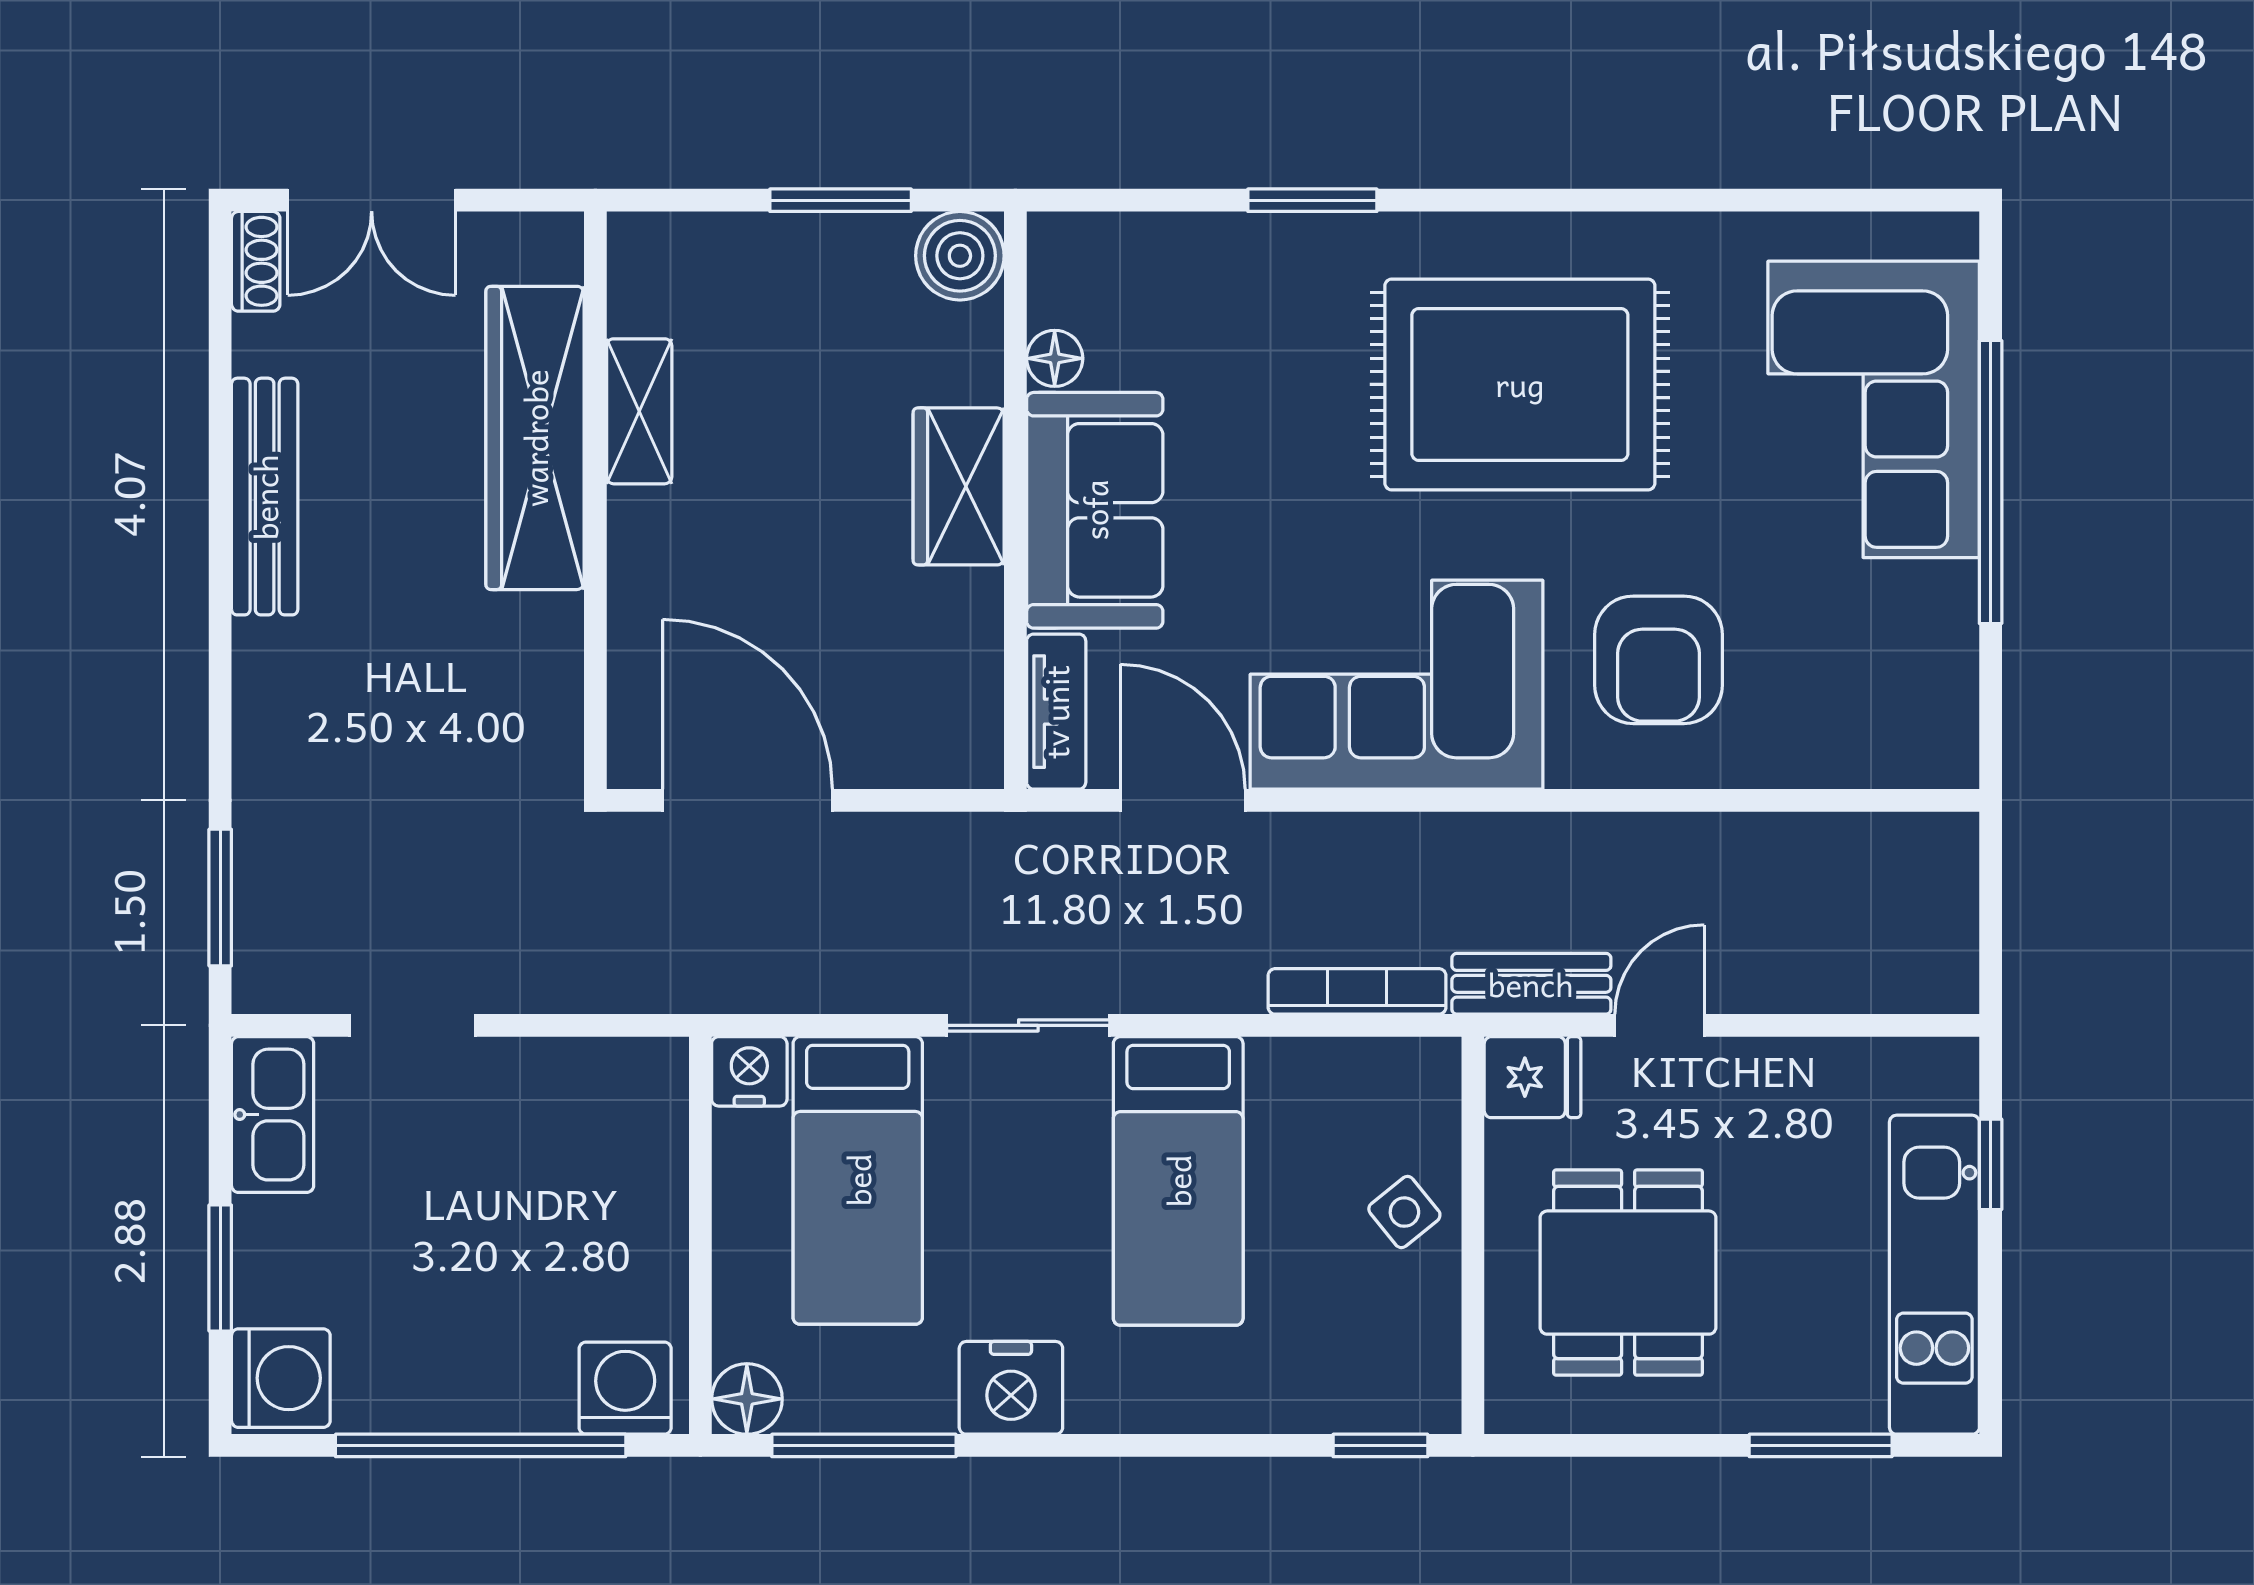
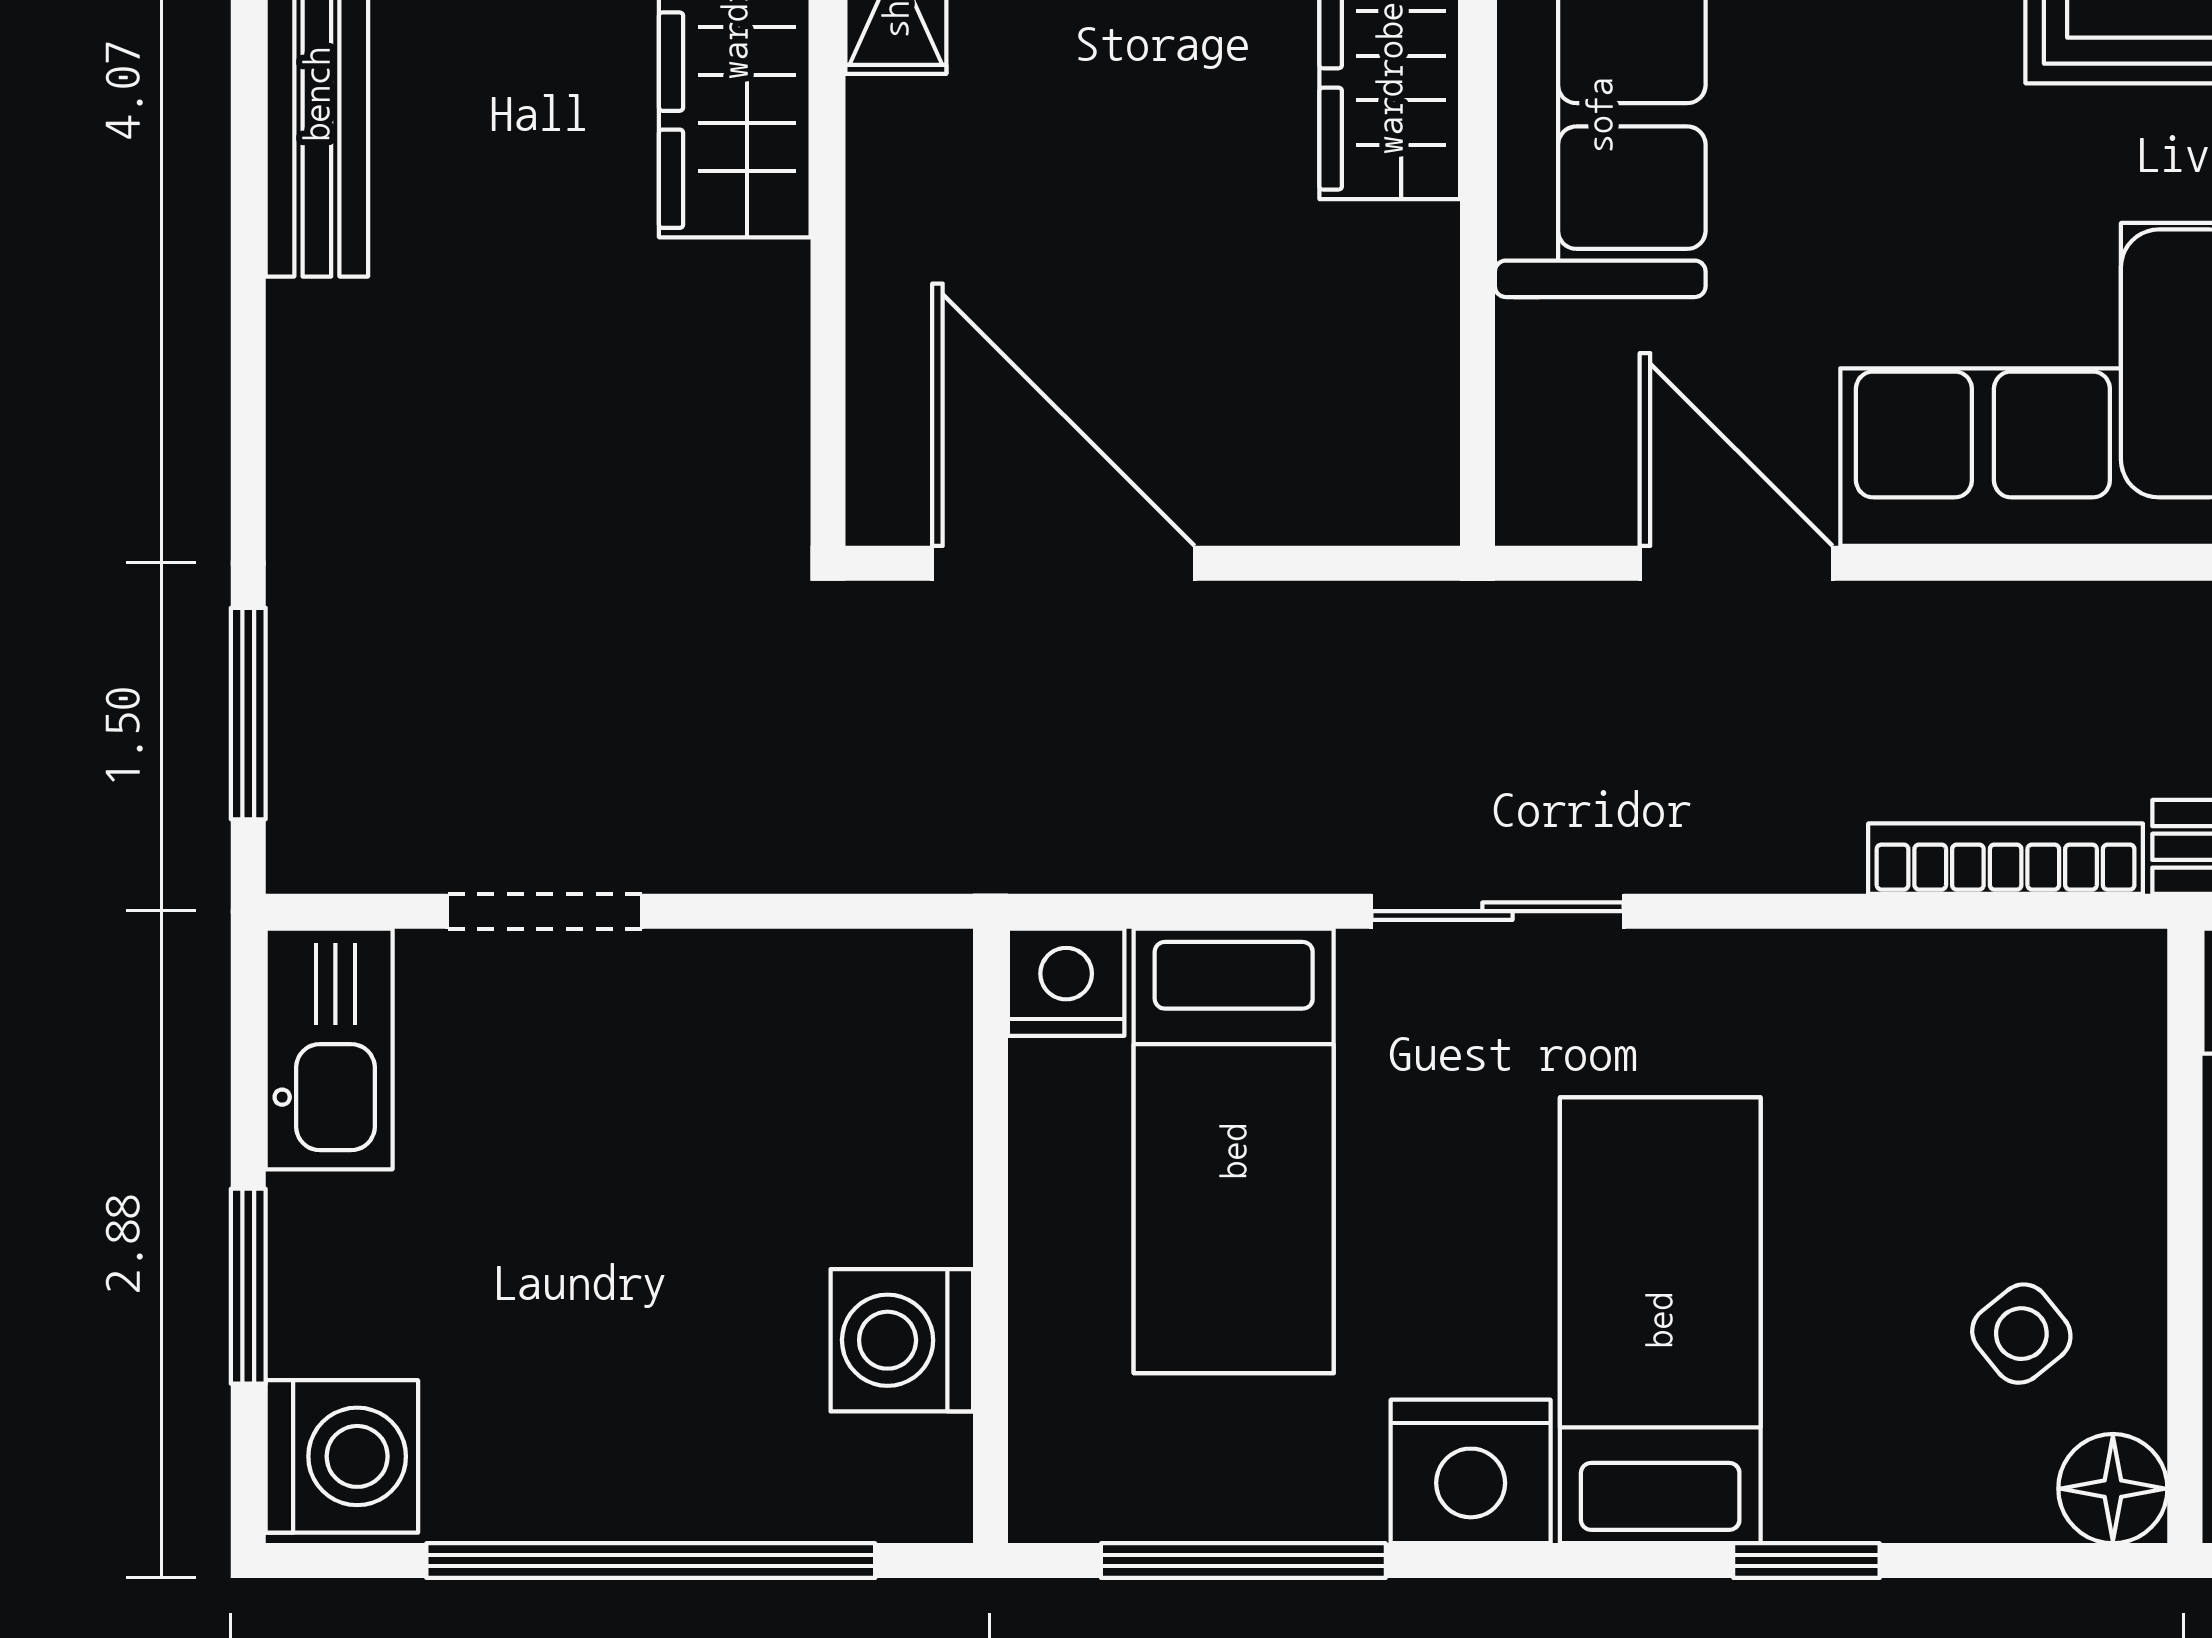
tv unit: (1056, 712) -> (1541, 426), removed
bed: (1178, 1181) -> (1660, 1320), moved, turned 180
side table: (1404, 1212) -> (2021, 1334), moved
washing machine: (625, 1388) -> (902, 1340), moved, turned -90
floor lamp: (747, 1399) -> (2113, 1489), moved
window: (1380, 1445) -> (1806, 1561), moved

